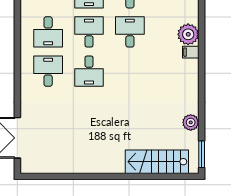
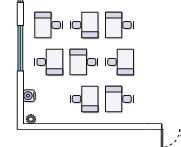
desk: (130, 32) -> (84, 25), turned 180
desk: (130, 71) -> (119, 25), added

